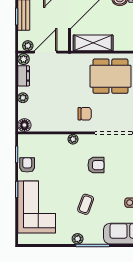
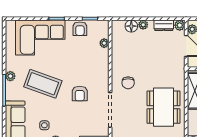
floor lamp: (24, 125) -> (131, 26), moved
plant: (73, 139) -> (104, 43), moved
armchair: (27, 165) -> (80, 29), turned 90
coffee table: (86, 204) -> (43, 84), width x1.86, depth x1.72

